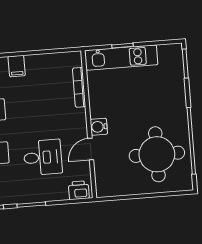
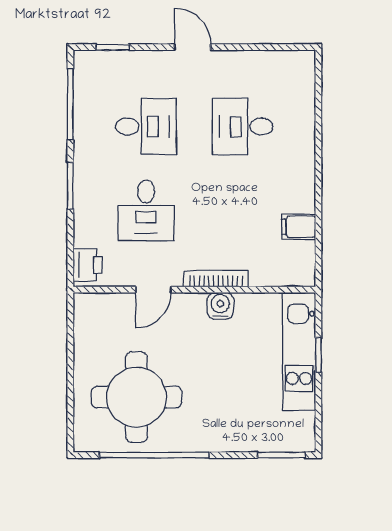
filing cabinet: (17, 66) -> (299, 227), moved
bookcase: (79, 87) -> (216, 279), moved
water cooler: (99, 127) -> (220, 306), moved
door: (91, 149) -> (153, 290), swing flipped

